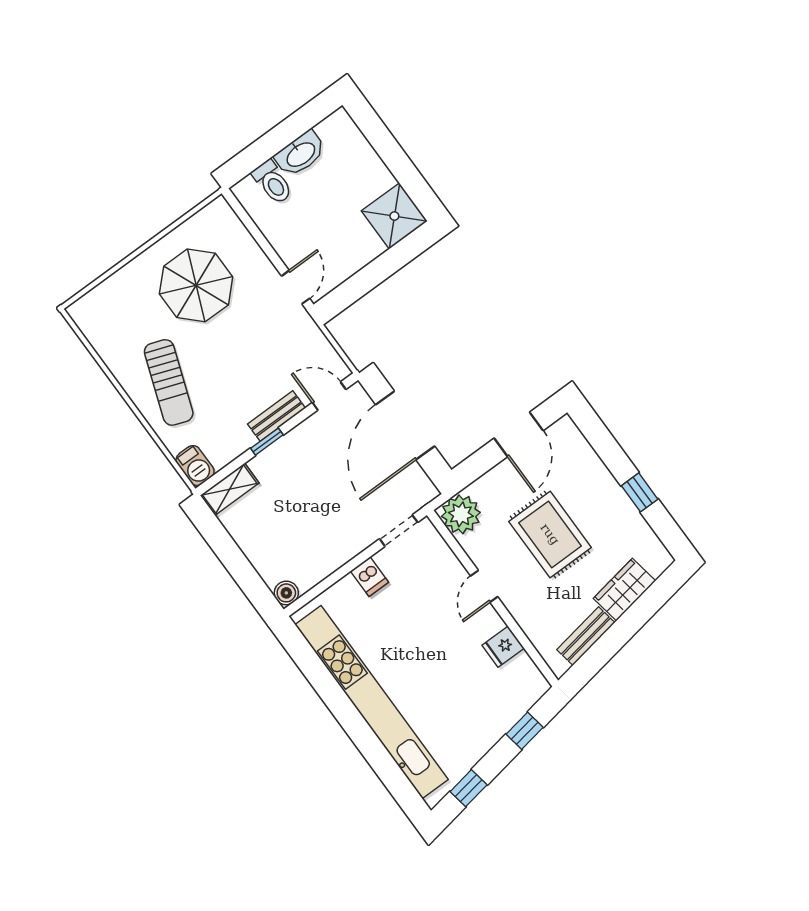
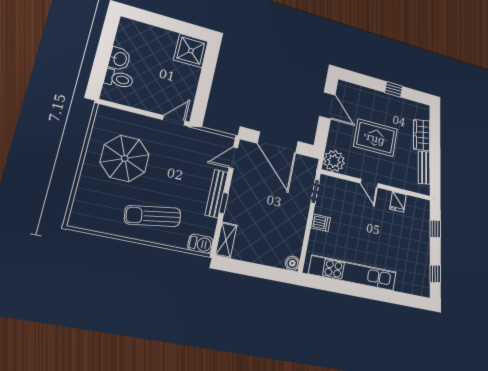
washbasin: (300, 154) -> (120, 59), width x0.72
door: (296, 287) -> (174, 120), hinge flipped
sun lounger: (169, 382) -> (153, 216), turned 151
bench: (277, 416) -> (216, 194), width x1.36
kitchen unit: (372, 702) -> (353, 273), width x0.73

